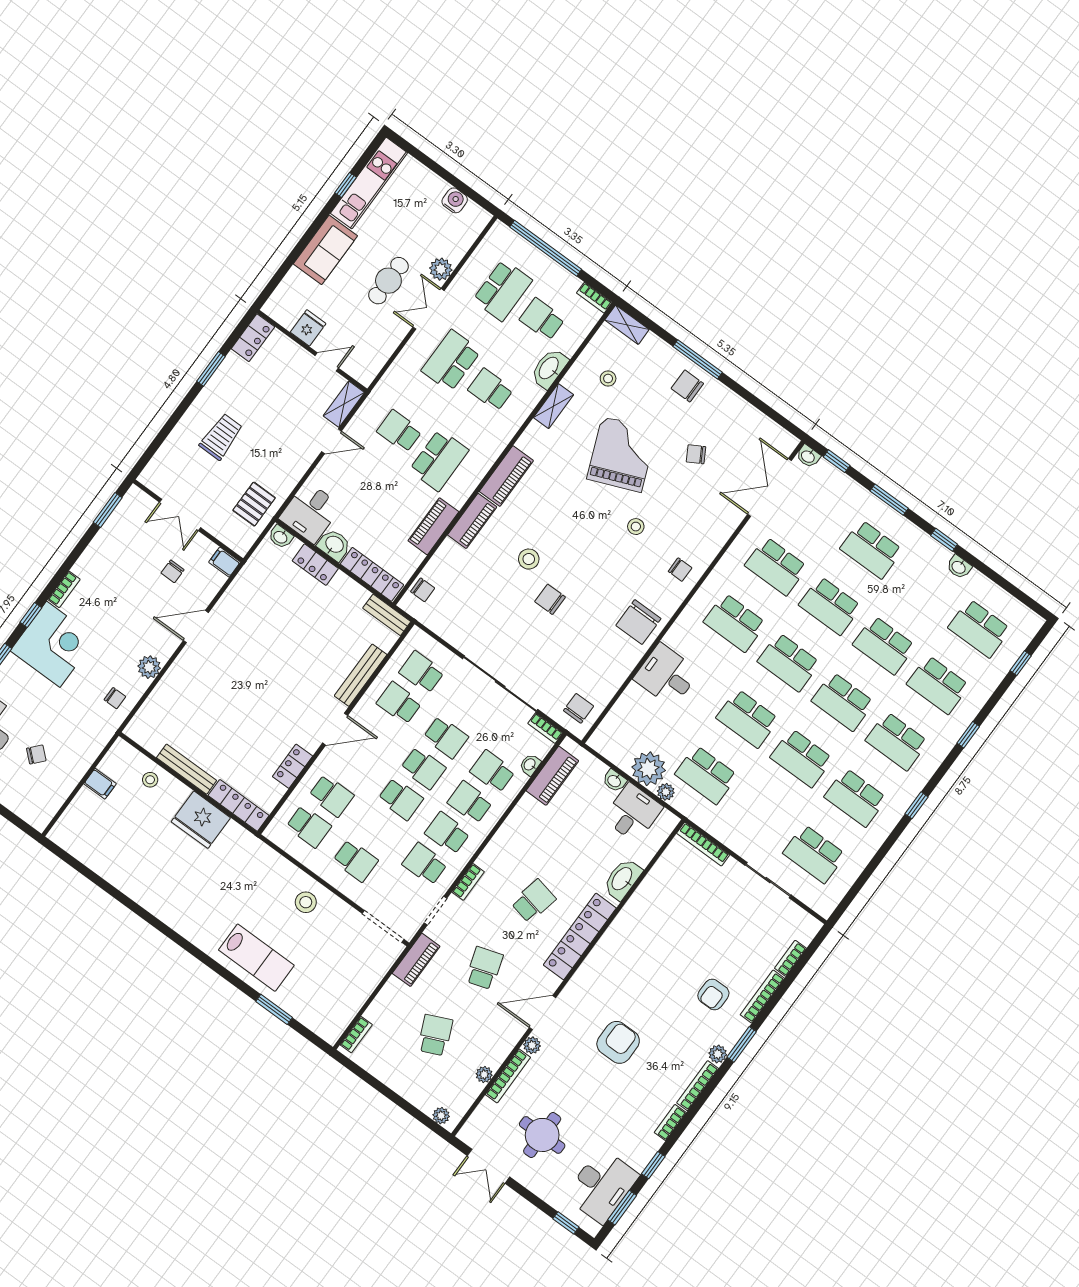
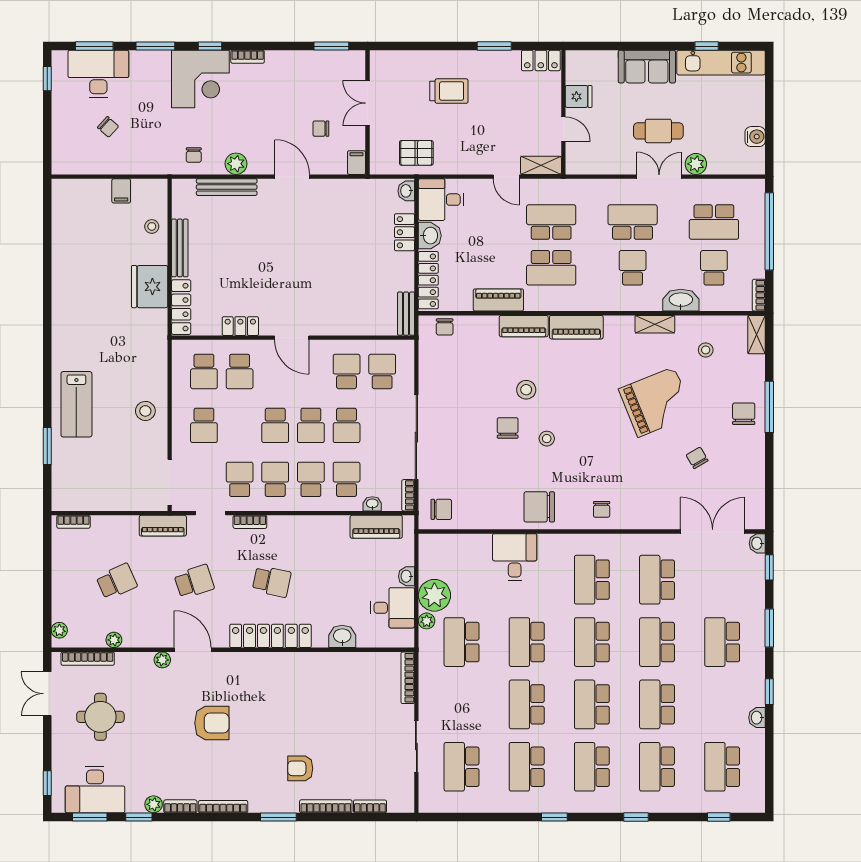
school desk: (399, 431) -> (551, 222), width x1.85
stool: (636, 527) -> (547, 439), moved
bench: (361, 675) -> (227, 187), moved
washbasin: (622, 879) -> (342, 636), width x0.72
plant: (718, 1054) -> (154, 804), moved
bookcase: (508, 1076) -> (88, 659), moved

